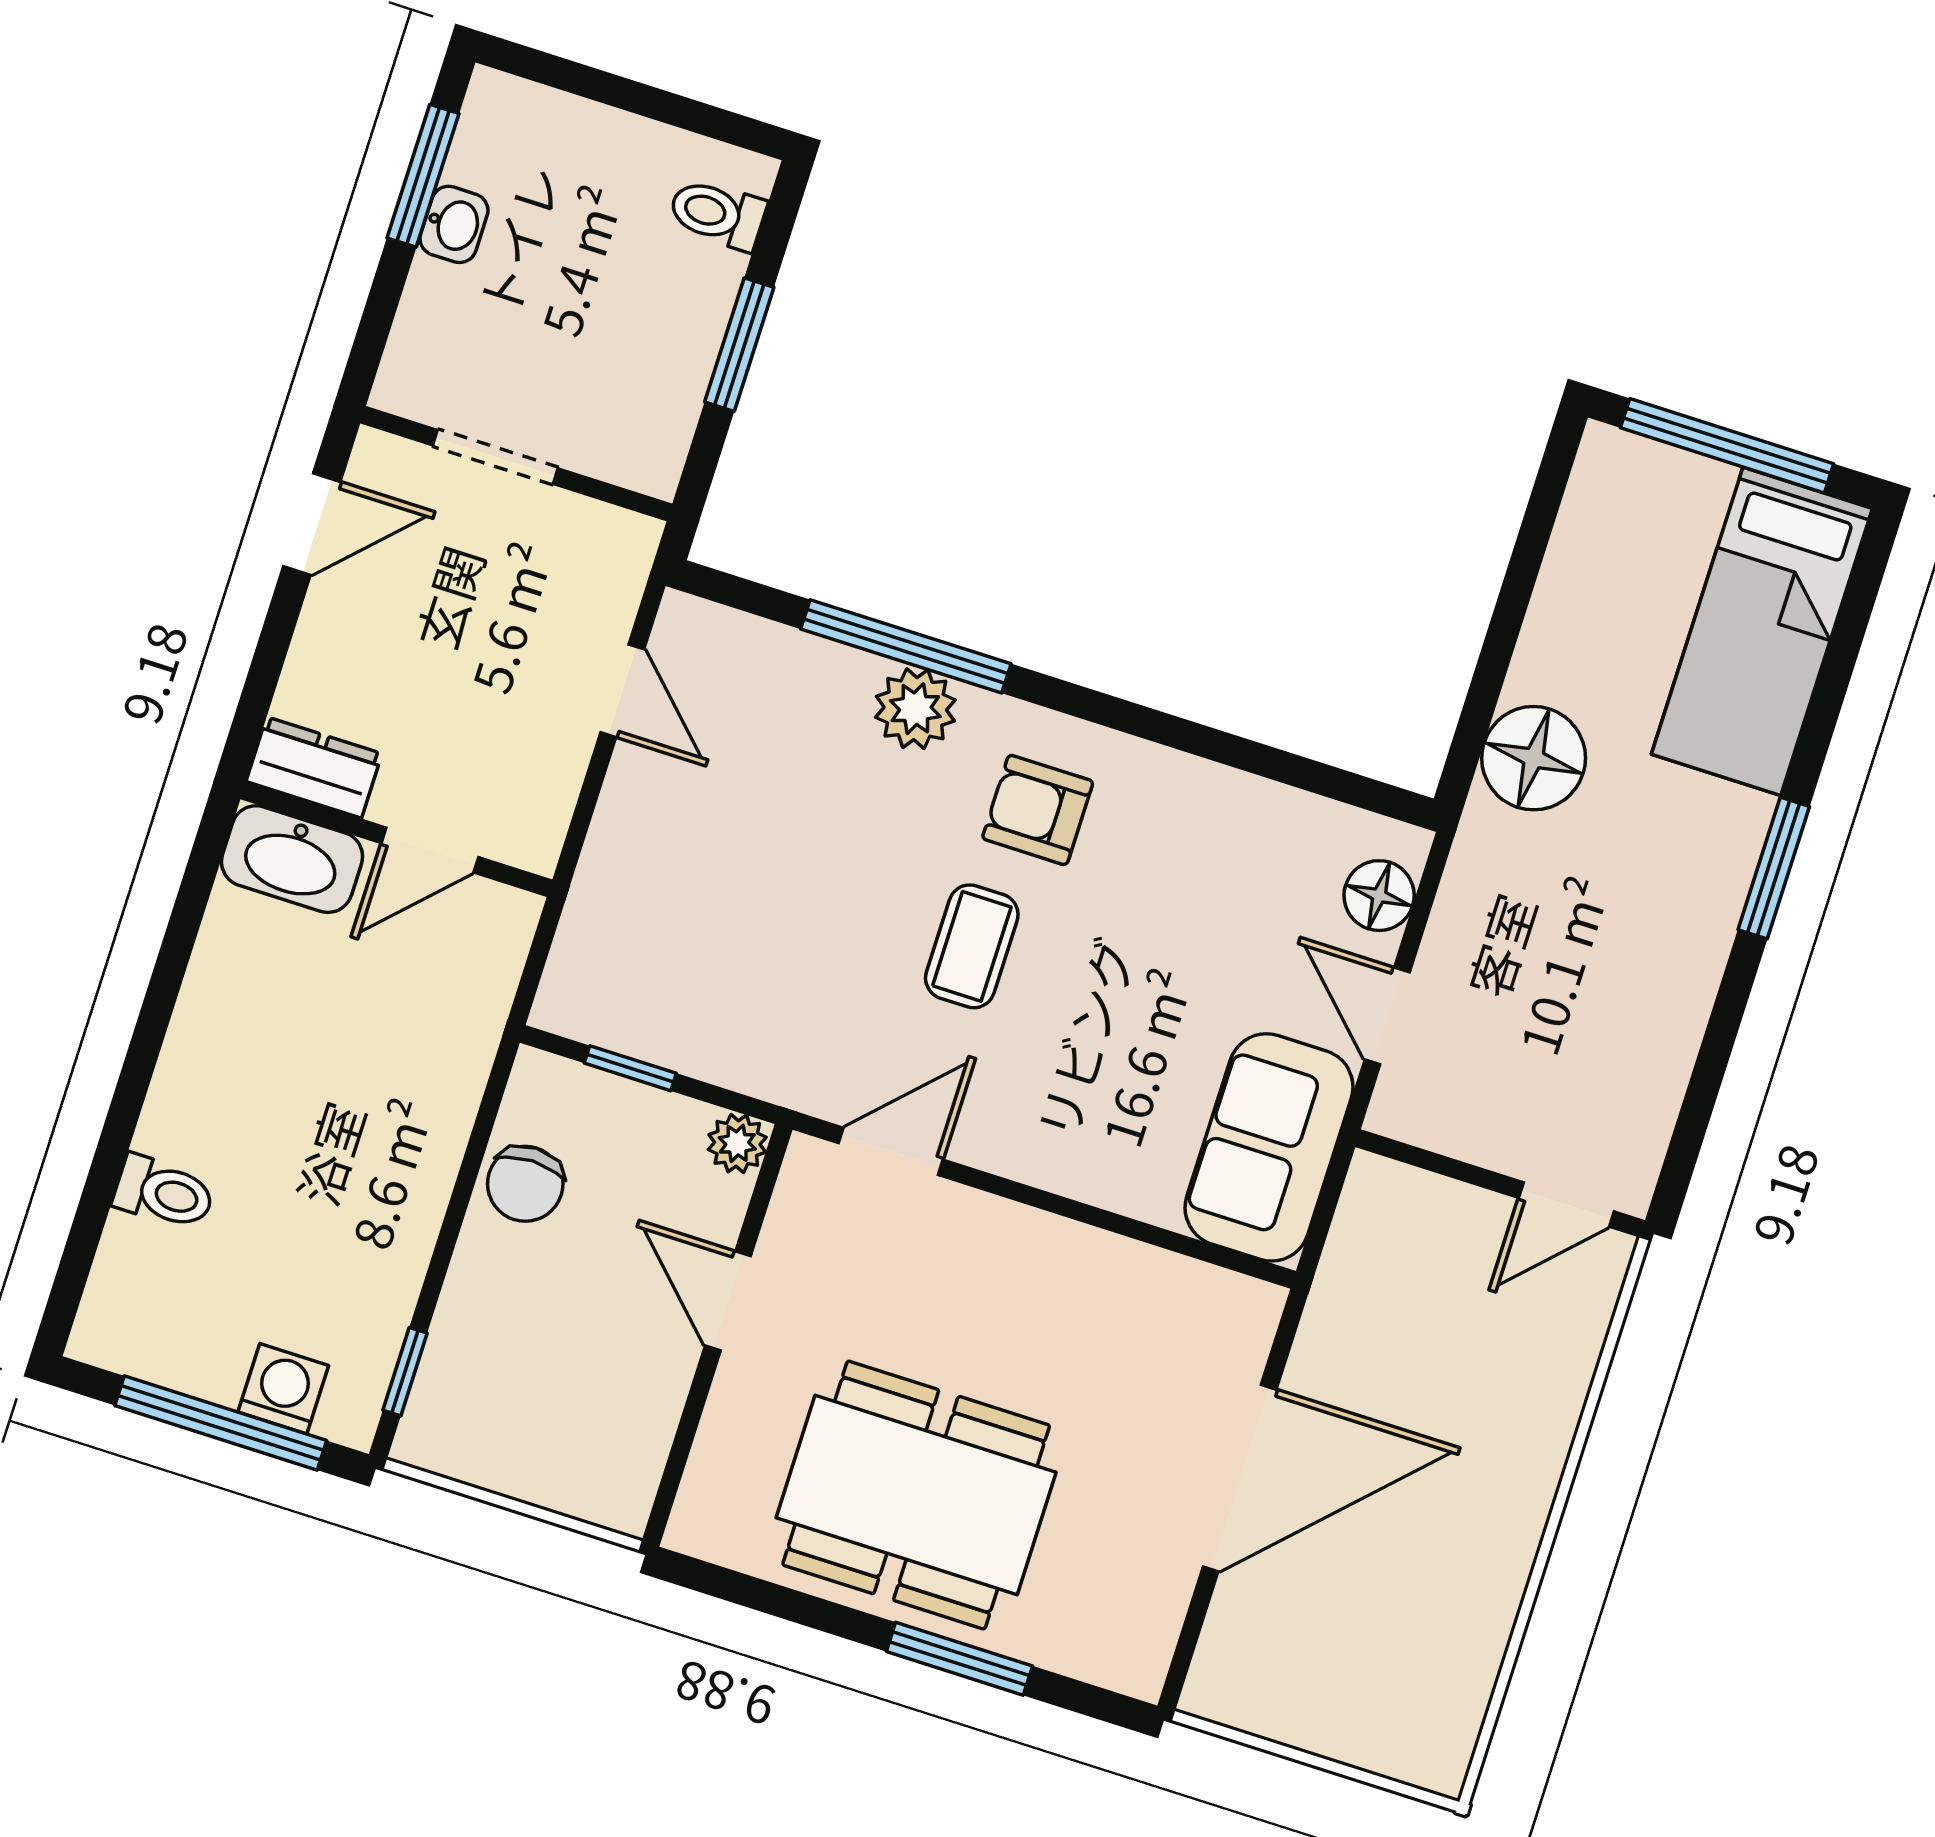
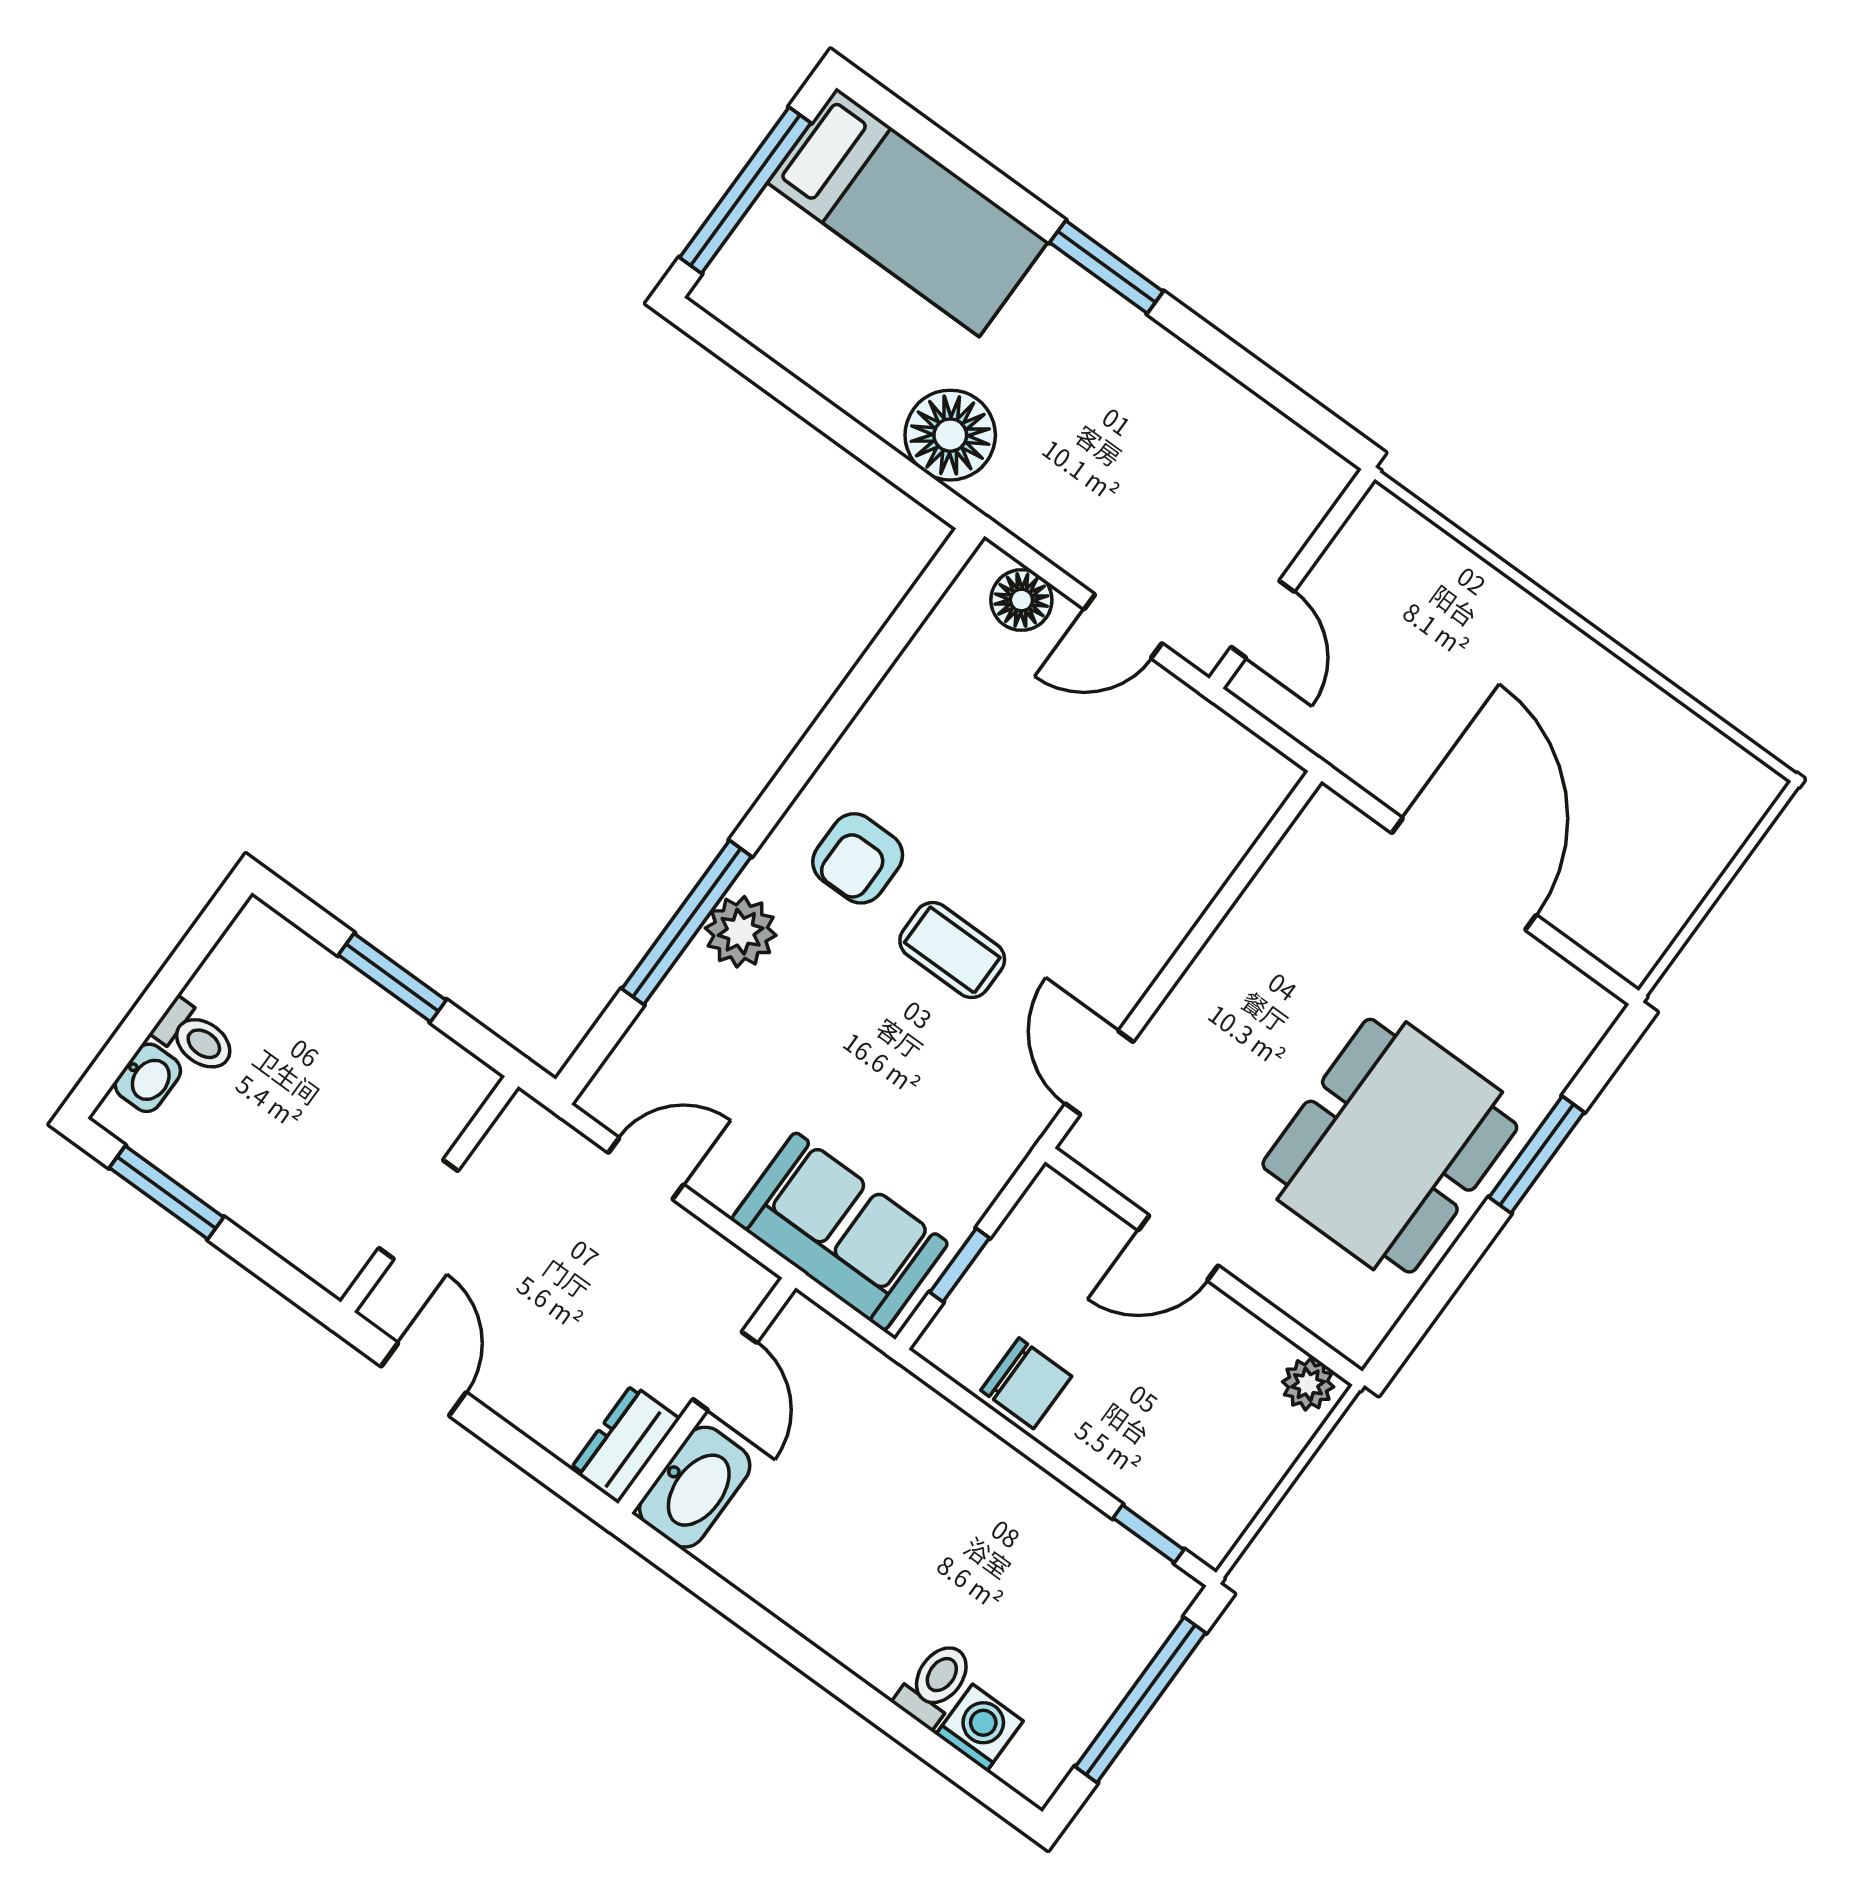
toilet: (717, 214) -> (195, 1037), moved, turned -90
washbasin: (454, 224) -> (148, 1078), moved, turned 90
plant: (737, 1143) -> (1308, 1384), moved
sofa: (1269, 1147) -> (840, 1231), moved, turned 180
door: (1566, 1205) -> (1263, 619), moved
washing machine: (283, 1389) -> (980, 1728), moved, turned 90

